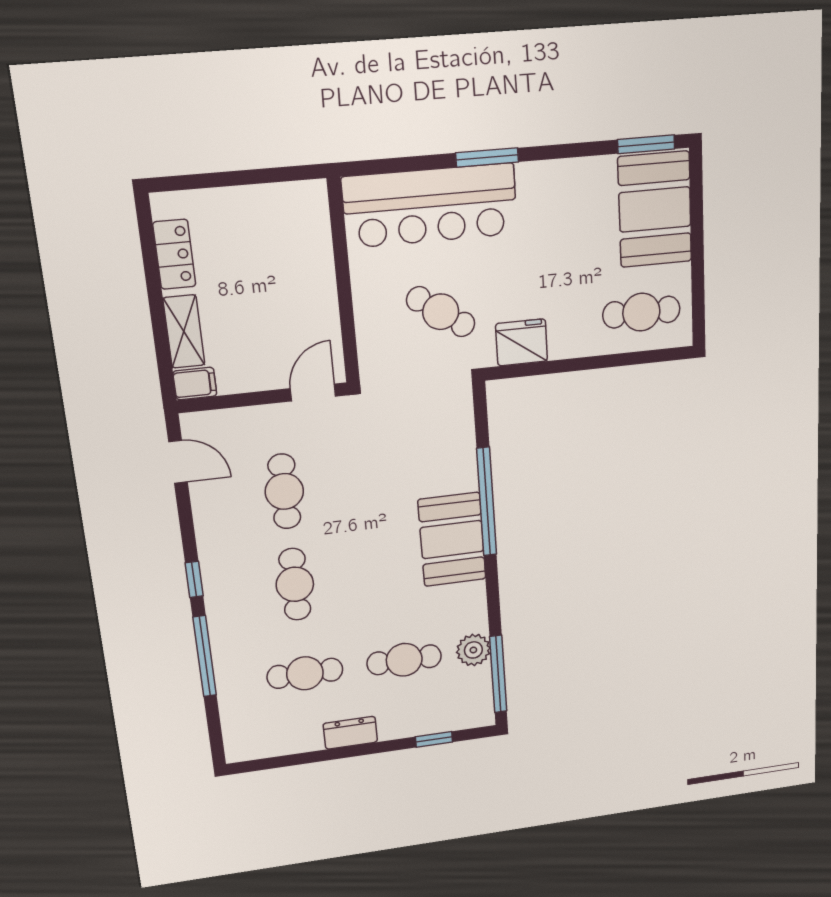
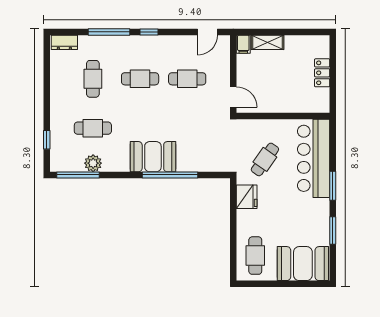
window: (646, 144) -> (333, 231), moved
locker: (174, 254) -> (322, 73), moved, turned 90
cafe table: (404, 660) -> (93, 128), turned 90
dresser: (350, 733) -> (64, 42), moved, turned 90

